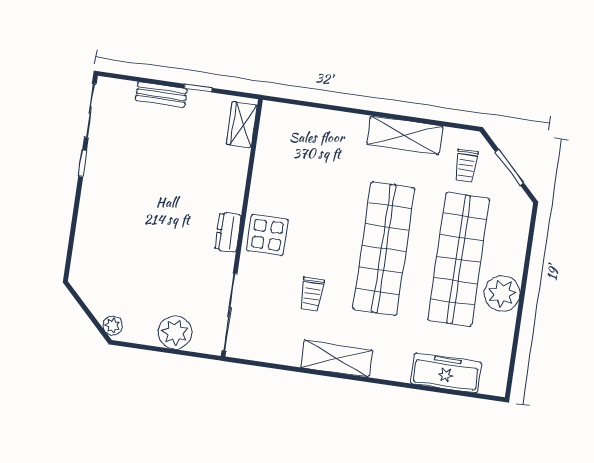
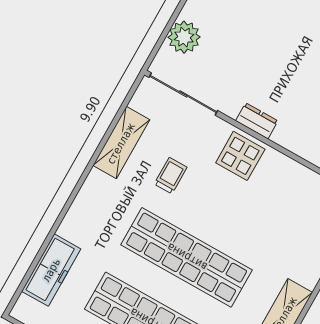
trolley: (312, 294) -> (171, 176), turned 90
shelving: (337, 359) -> (121, 143), moved

